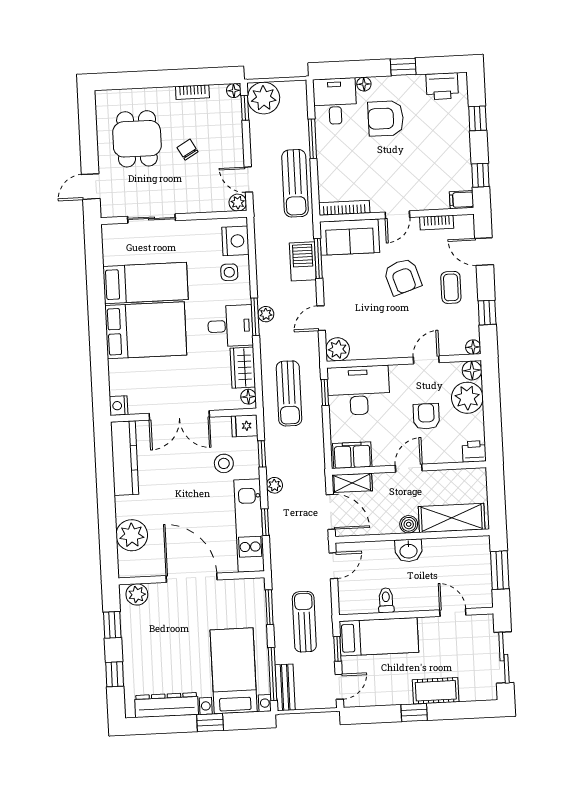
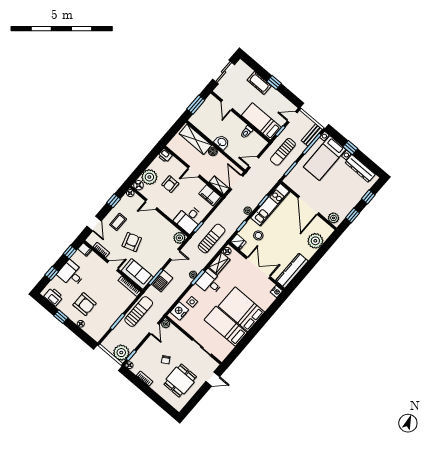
desk: (335, 101) -> (71, 274), moved, turned 90
desk: (358, 390) -> (189, 219), width x0.73

